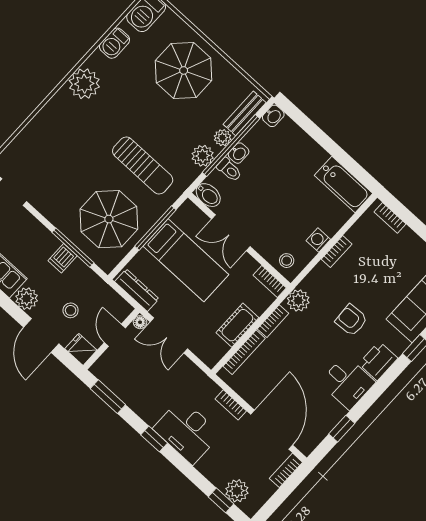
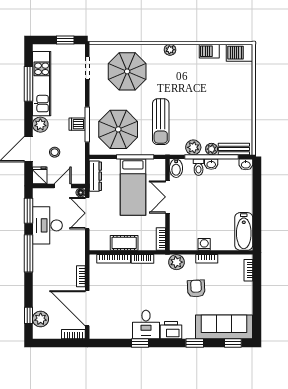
parasol: (184, 70) -> (127, 71), moved
plant: (84, 84) -> (170, 50), width x0.53, depth x0.53
stool: (287, 261) -> (179, 238), removed
plant: (298, 300) -> (176, 262), moved
armchair: (351, 320) -> (196, 288), moved
window: (342, 429) -> (140, 343), moved
door: (272, 430) -> (87, 308), swing flipped
desk: (187, 431) -> (47, 225), moved
window: (154, 439) -> (28, 253), width x2.17

